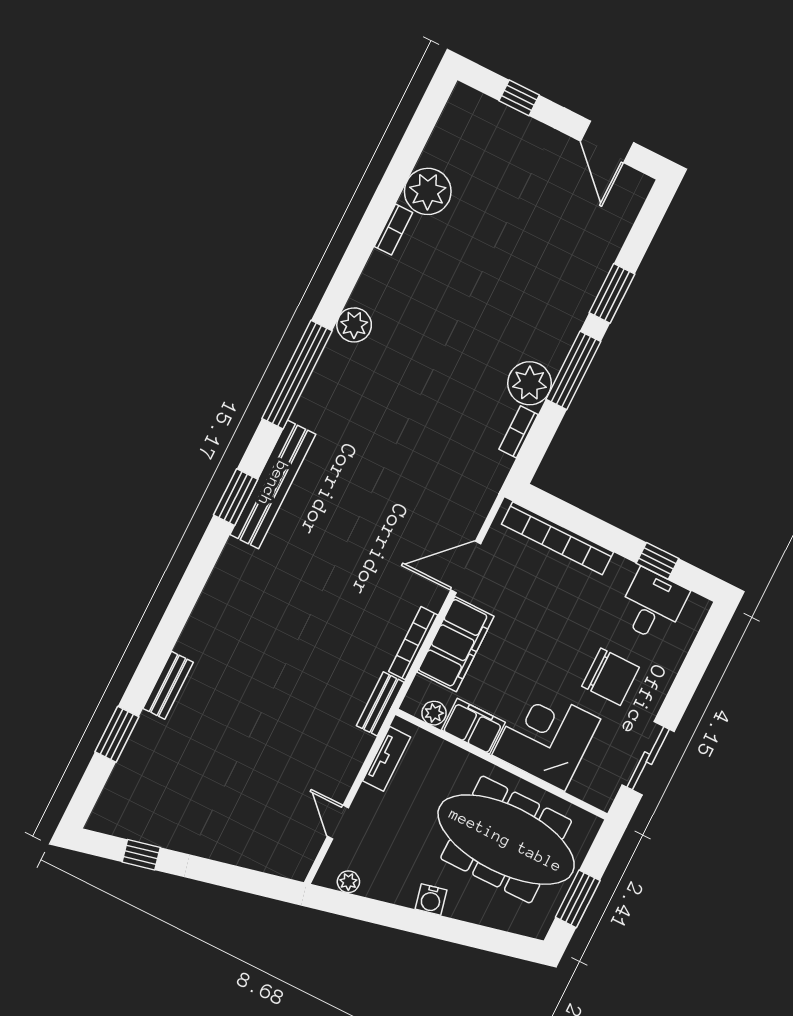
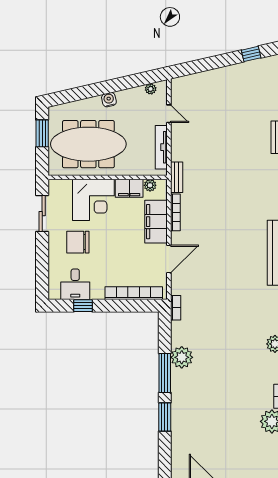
bookcase: (518, 432) -> (176, 308), moved
tv unit: (387, 759) -> (161, 147), width x1.41

